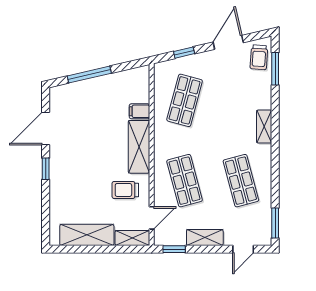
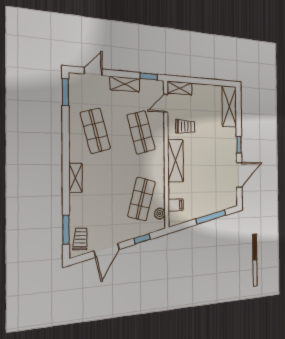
plant: (161, 82) -> (160, 214), added
filing cabinet: (139, 111) -> (176, 205), moved
shelving: (87, 235) -> (229, 107), moved, turned 90

